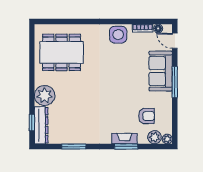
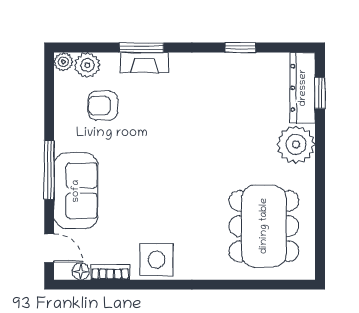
dining table: (62, 52) -> (264, 226), turned 90
window: (74, 147) -> (240, 48), width x0.67

